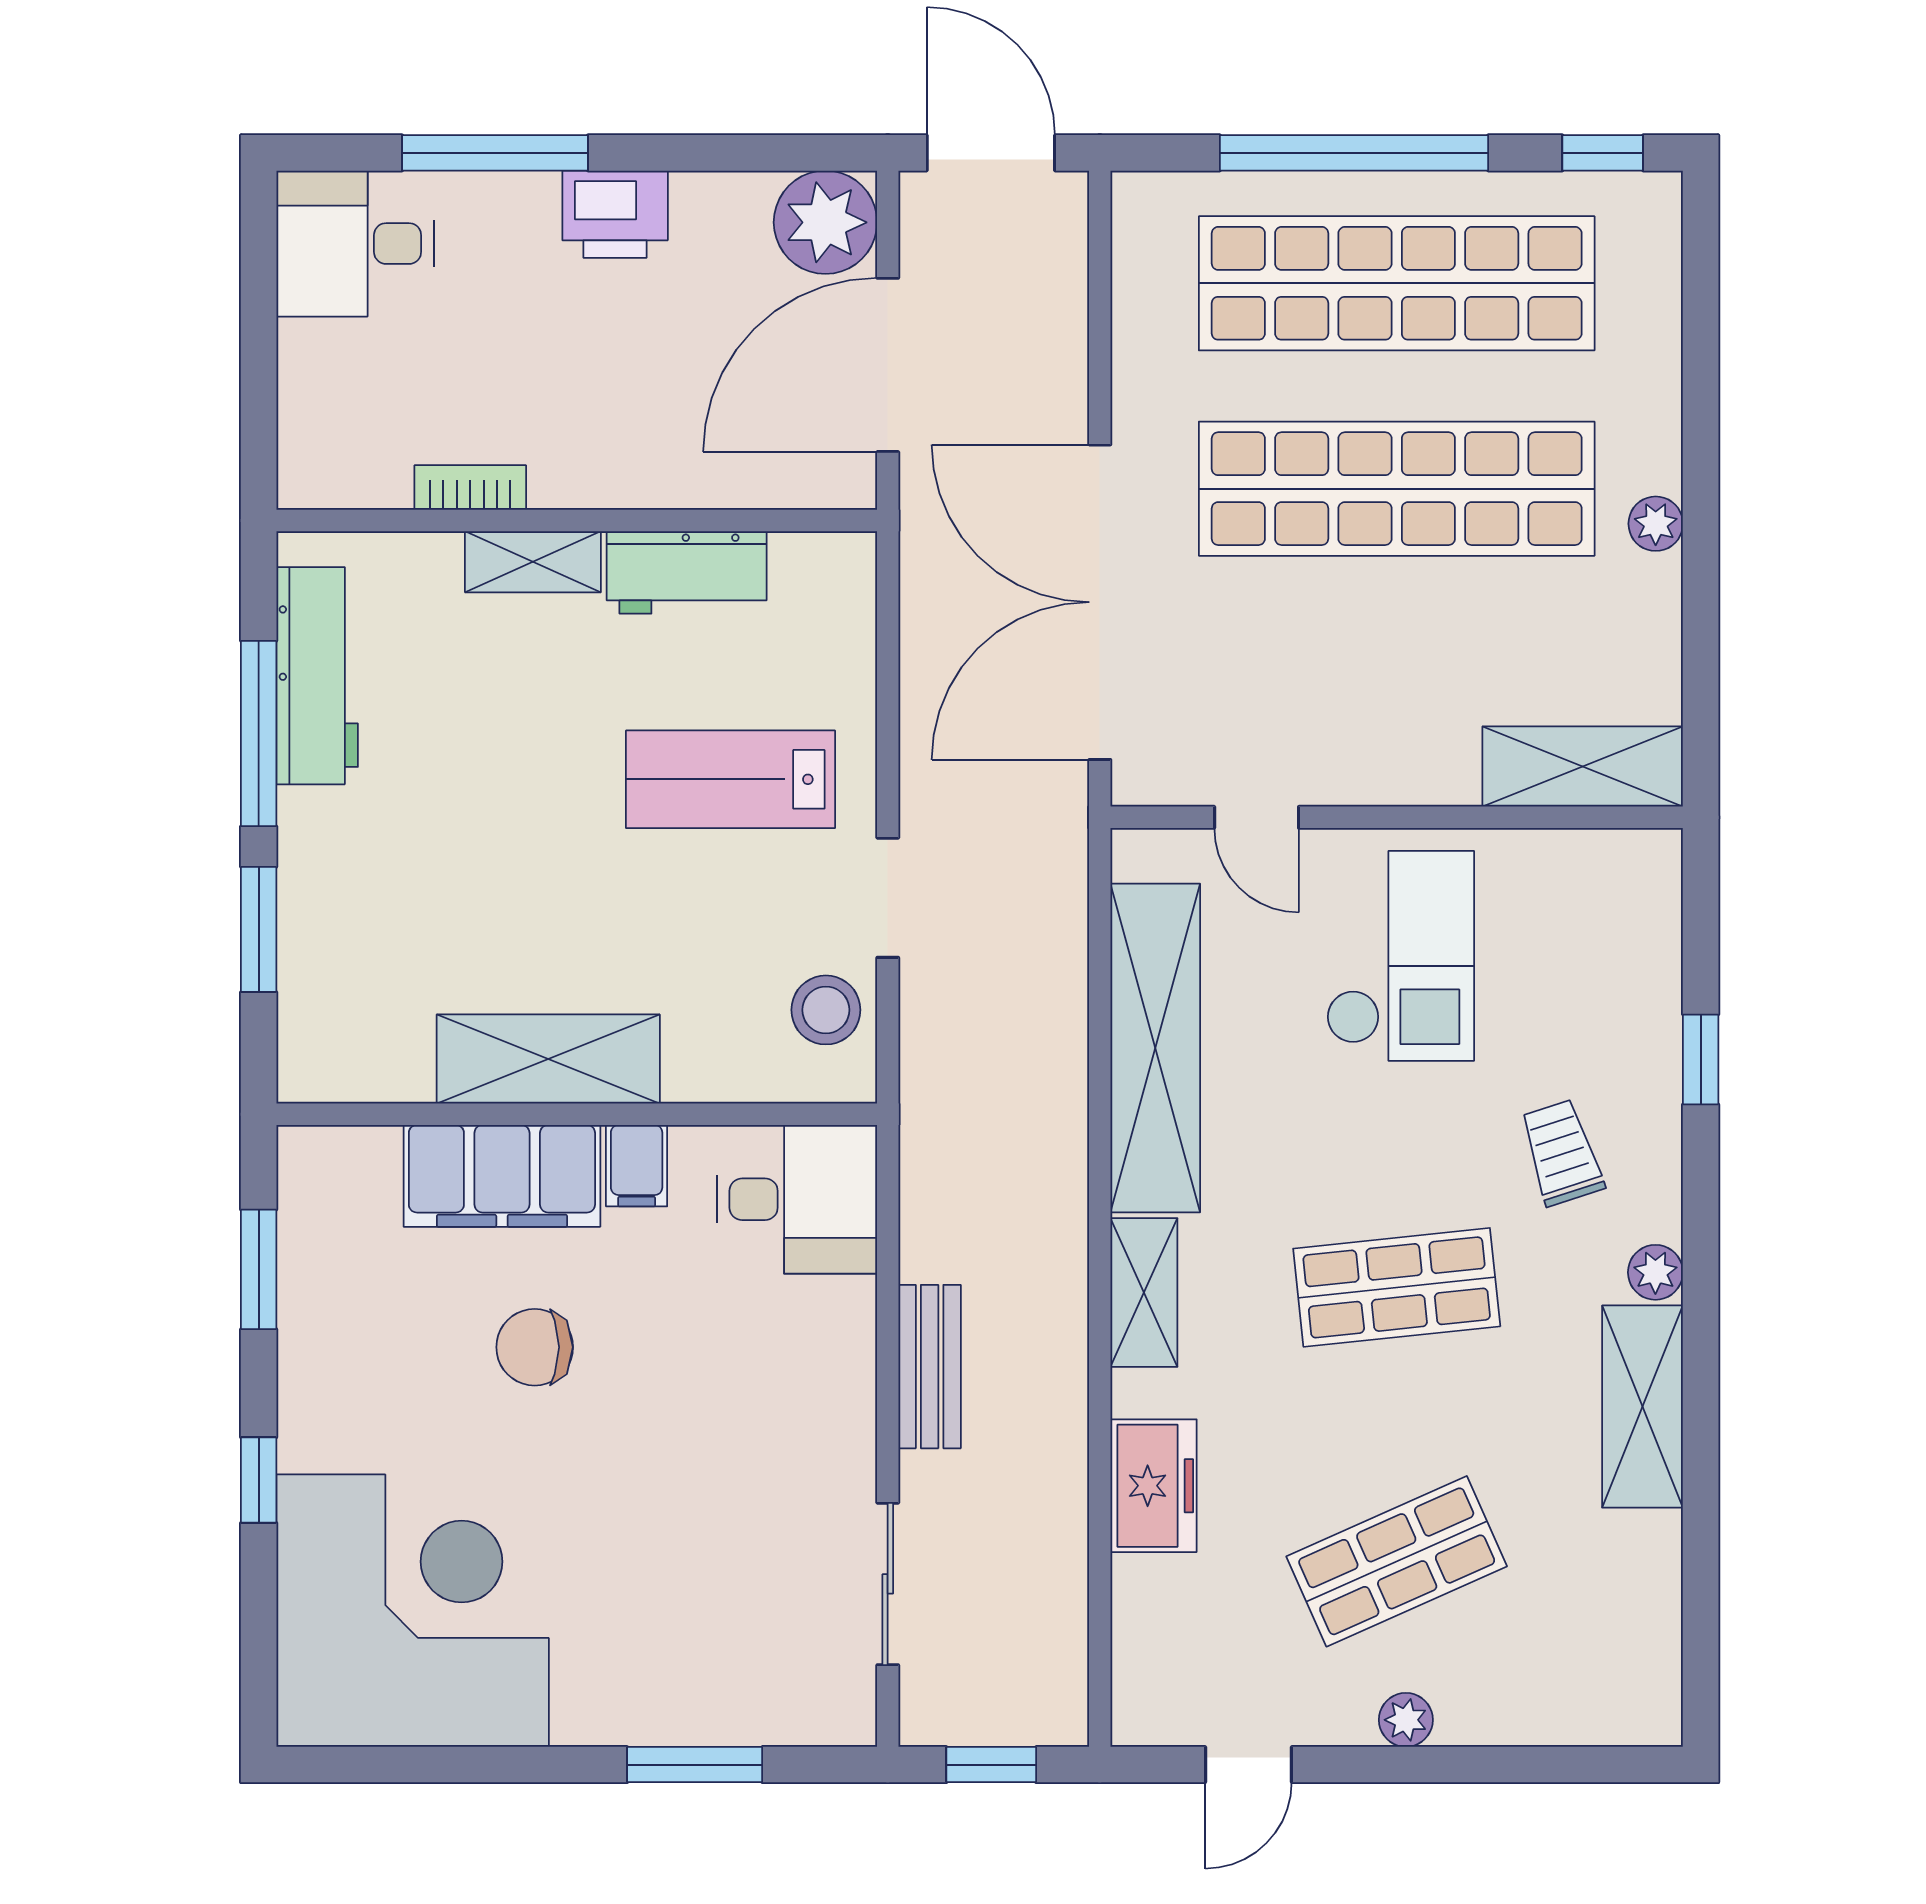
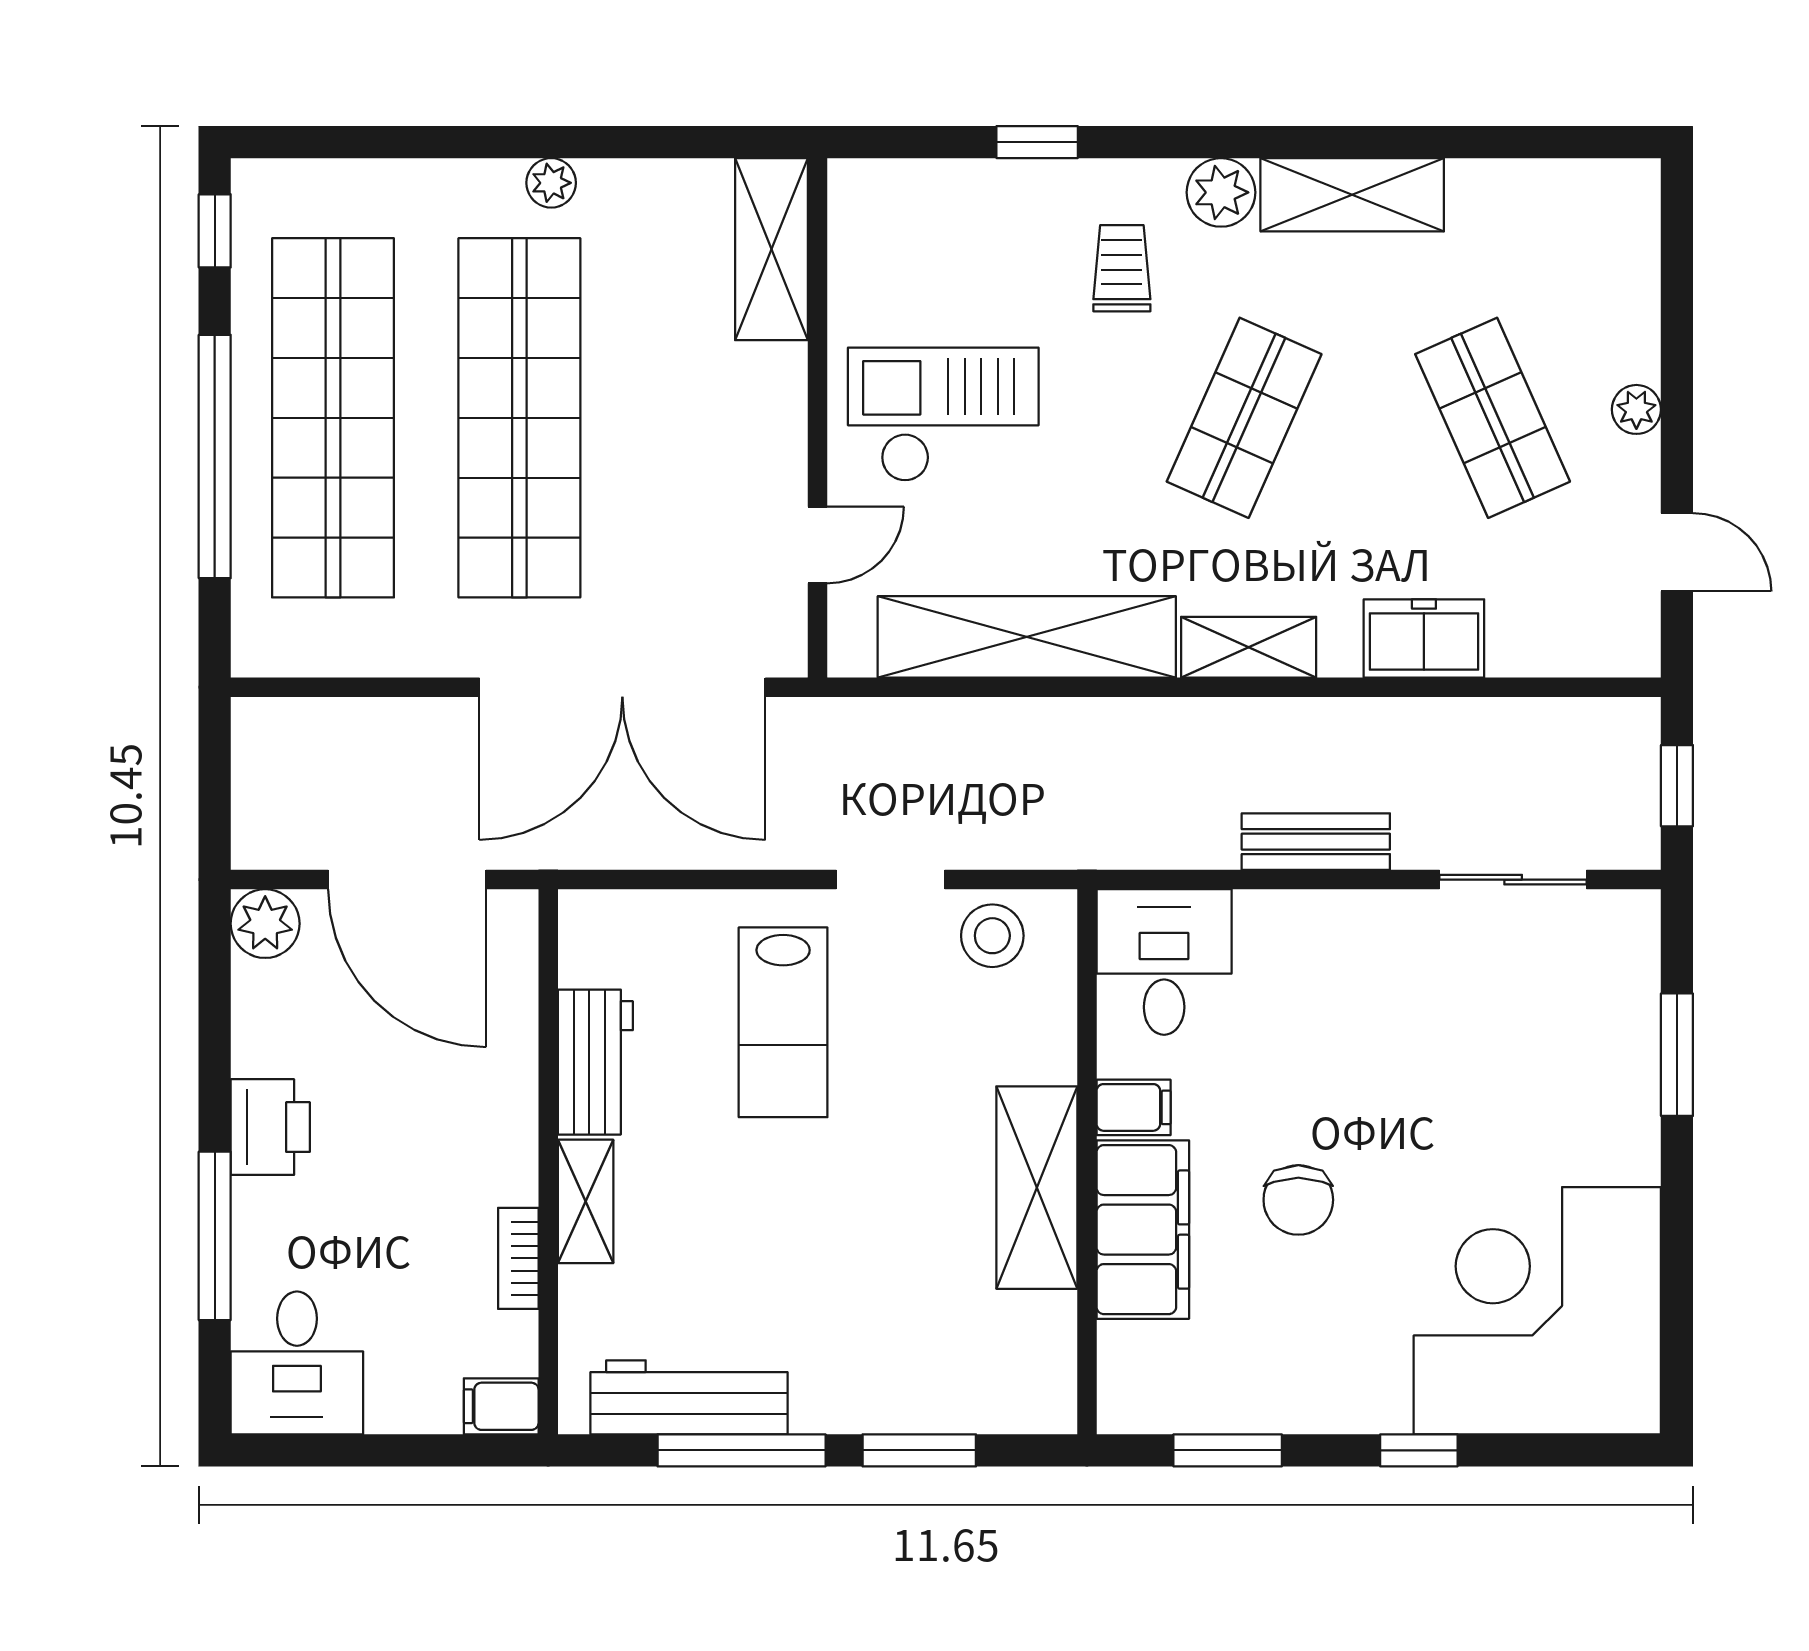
door: (991, 153) -> (215, 786), removed
plant: (825, 222) -> (265, 924), width x0.73, depth x0.73
filing cabinet: (307, 469) -> (501, 1406), added
trolley: (1562, 1153) -> (1122, 268), turned 108
plant: (1655, 1272) -> (1221, 192), width x1.38, depth x1.38
shop shelf: (1397, 1287) -> (1244, 418), turned 30

